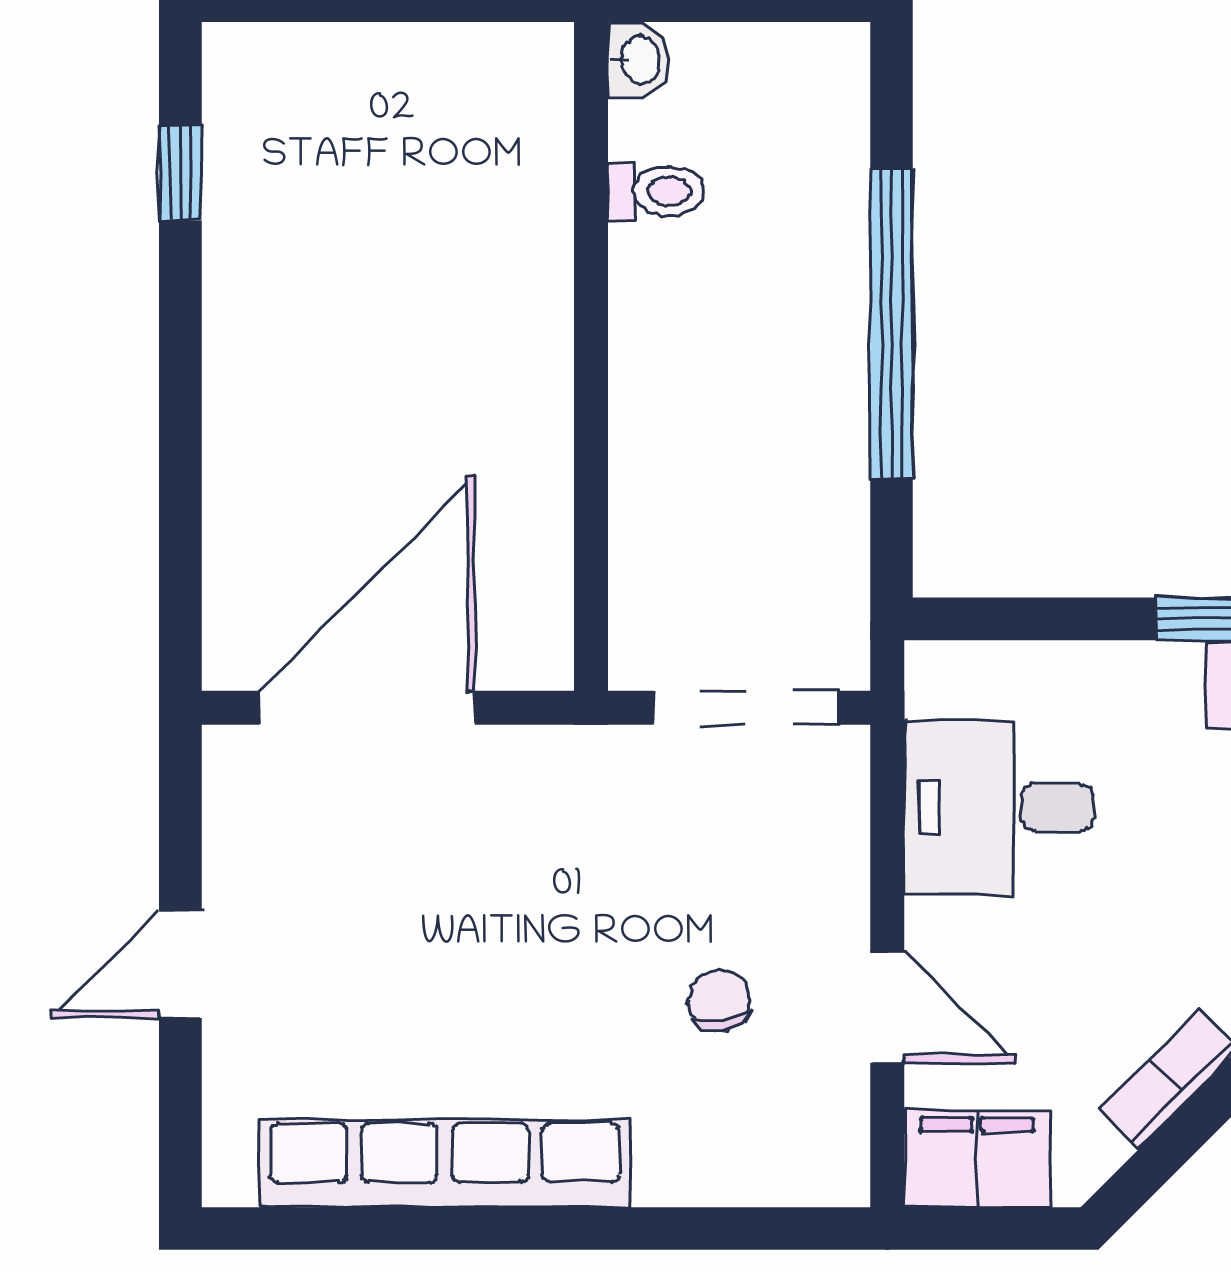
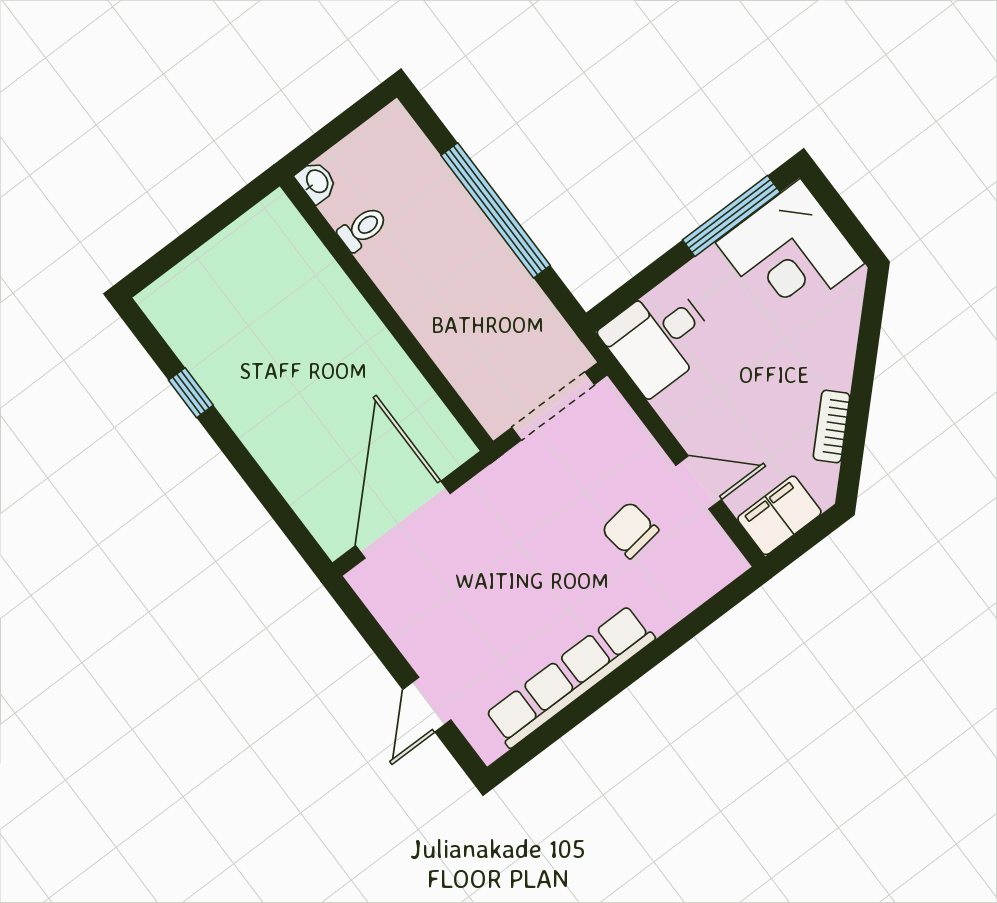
window: (180, 173) -> (191, 393), moved
desk: (999, 808) -> (659, 338), moved
door: (180, 964) -> (427, 705), moved
chair: (719, 1001) -> (630, 530), width x1.37, depth x1.37

